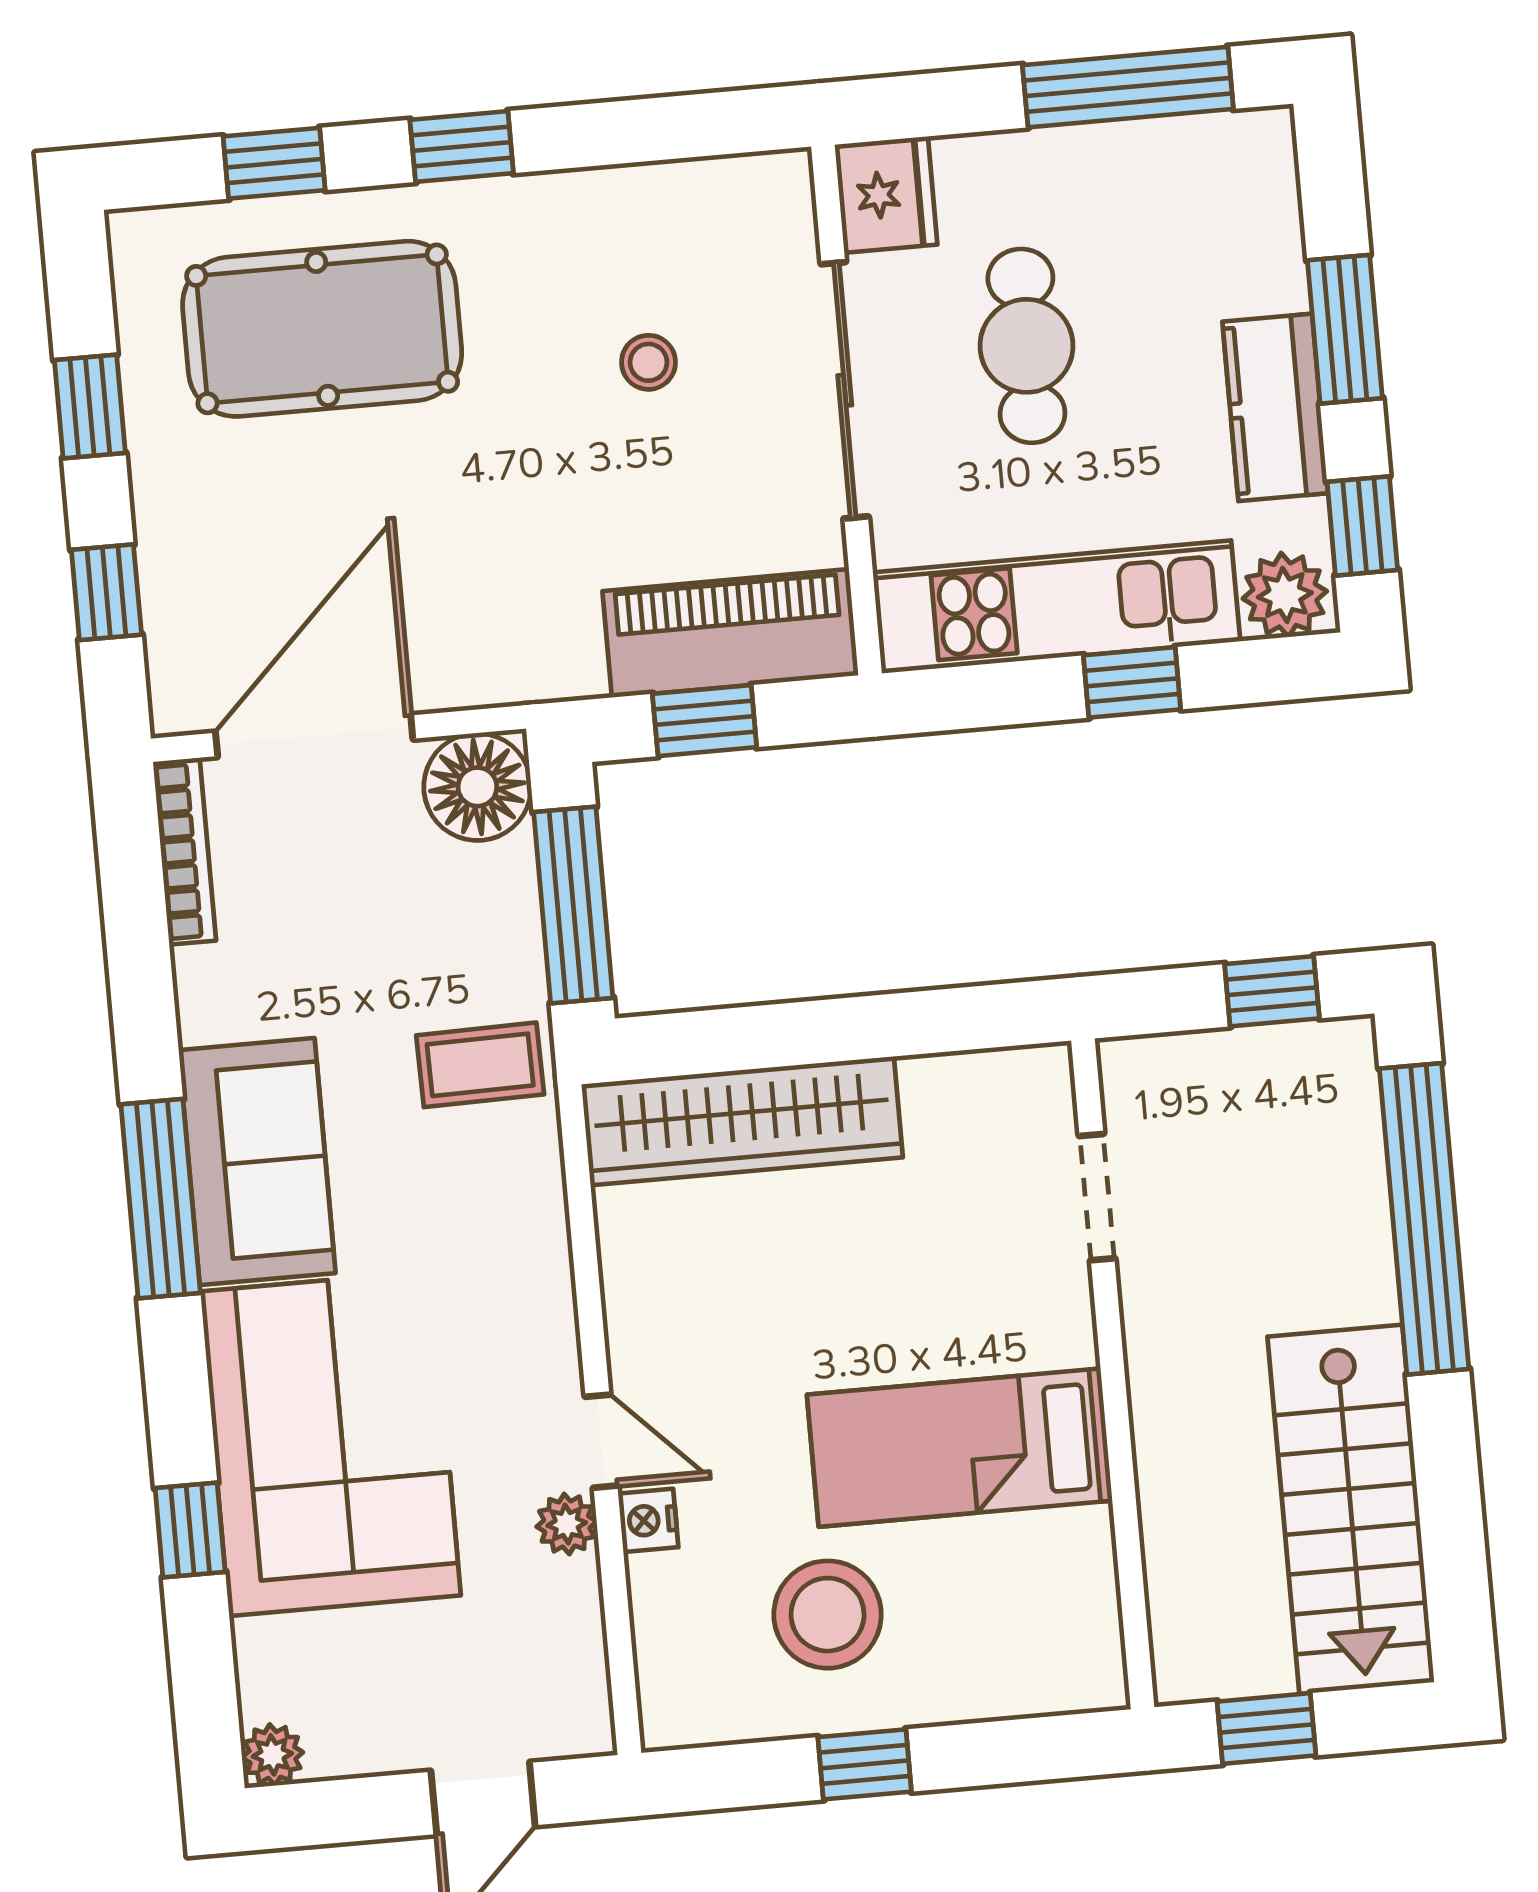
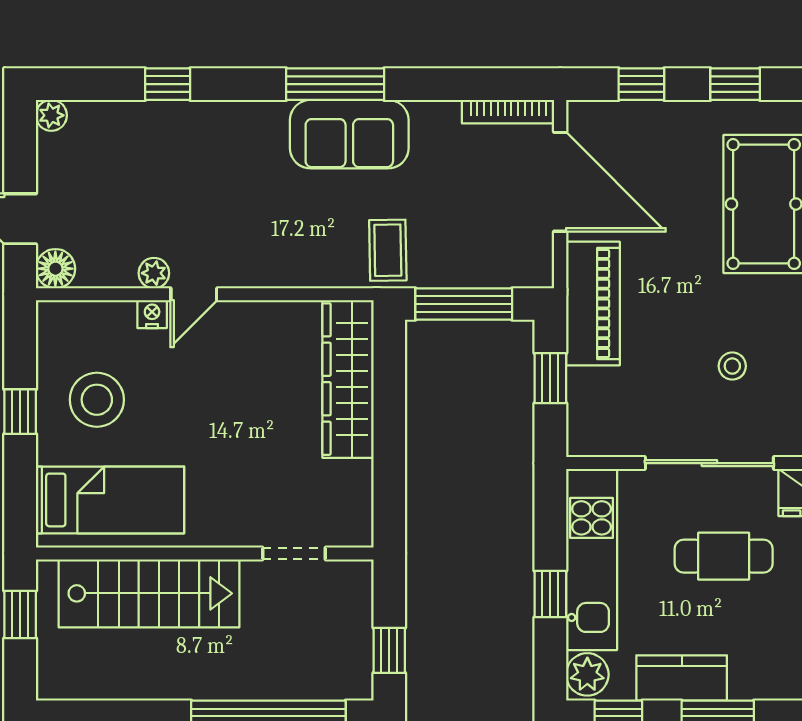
piano: (730, 633) -> (593, 303), moved
floor lamp: (477, 787) -> (55, 269), moved, width x0.73, depth x0.73
corner sofa: (331, 1443) -> (205, 158), removed
bed: (960, 1448) -> (110, 500), moved, turned 90
stairs: (1351, 1509) -> (149, 593), moved, turned 180

